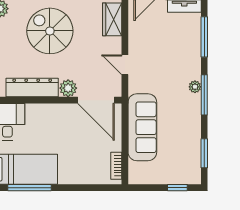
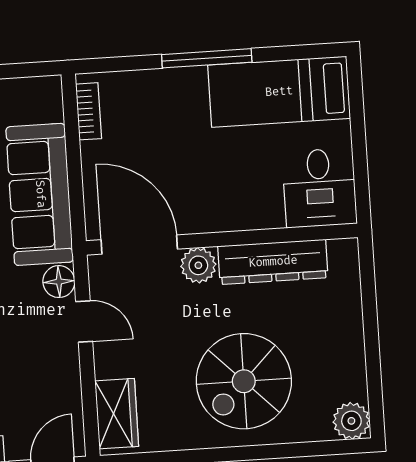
spiral stairs: (50, 31) -> (244, 381), turned 90
floor lamp: (136, 85) -> (59, 282), added
window: (30, 188) -> (207, 58), moved

